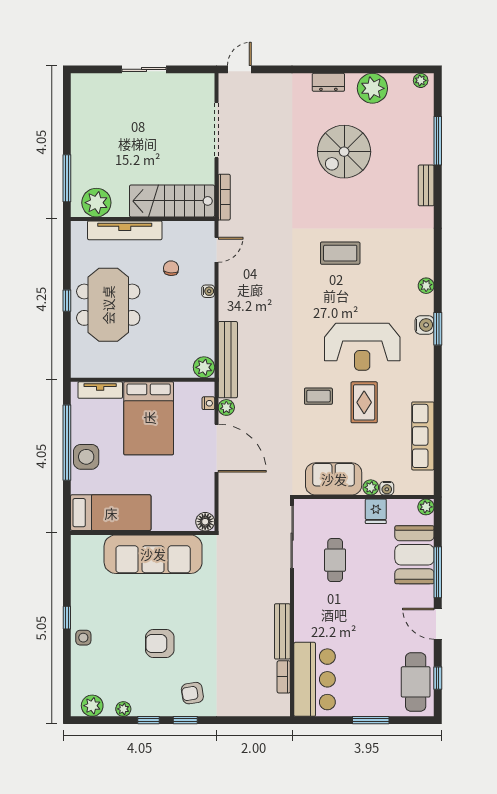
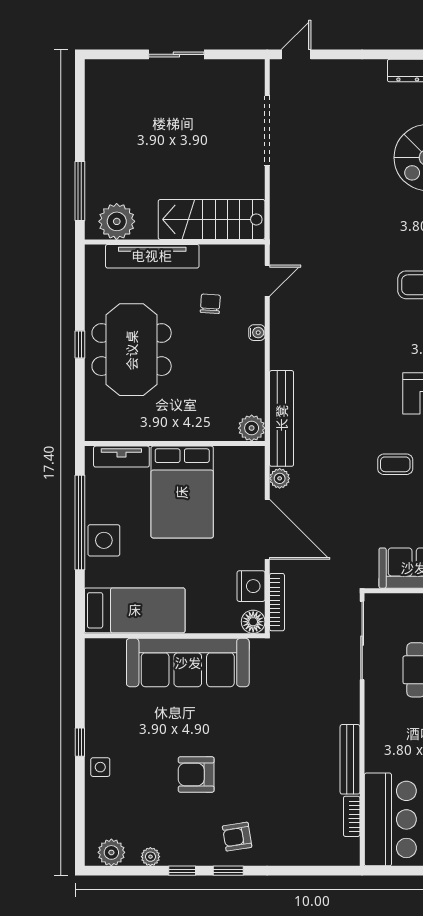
bookcase: (224, 197) -> (277, 602), moved
nightstand: (208, 403) -> (251, 586), moved, width x1.89, depth x1.79

